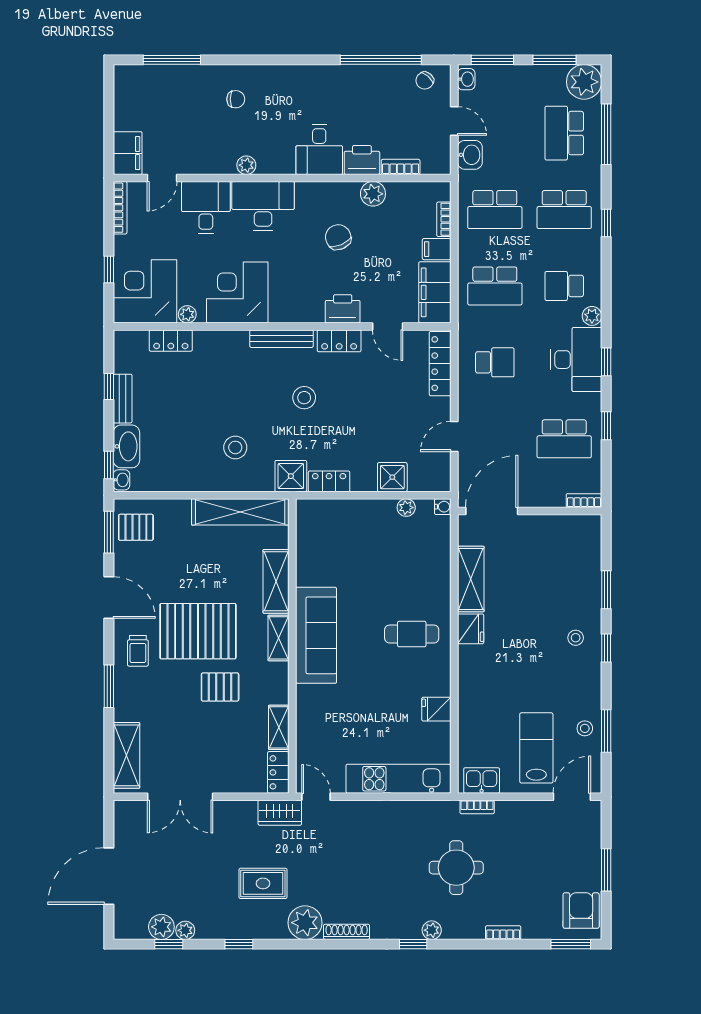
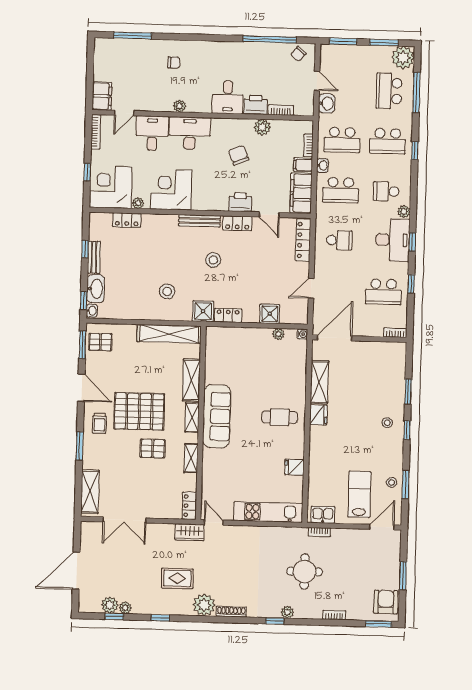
washbasin: (466, 79) -> (322, 166), moved
shelving: (279, 727) -> (191, 458), moved

